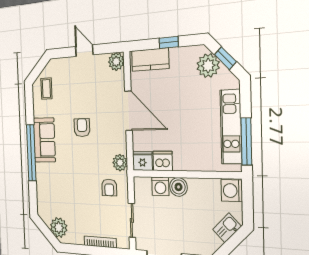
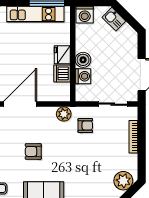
fridge: (142, 161) -> (62, 55), moved

